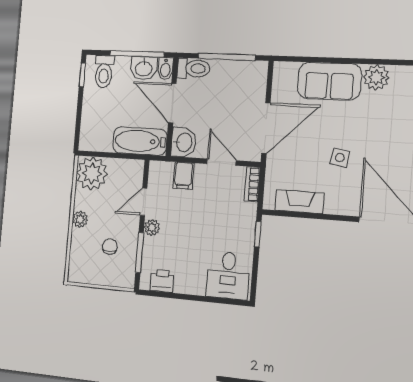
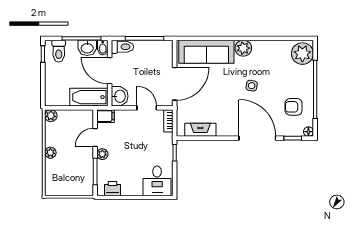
sofa: (329, 81) -> (206, 52), width x1.36
side table: (340, 158) -> (252, 86), moved
plant: (92, 173) -> (51, 116), width x0.53, depth x0.53
filing cabinet: (184, 176) -> (106, 116), moved, turned -90
chair: (110, 247) -> (74, 169), removed

